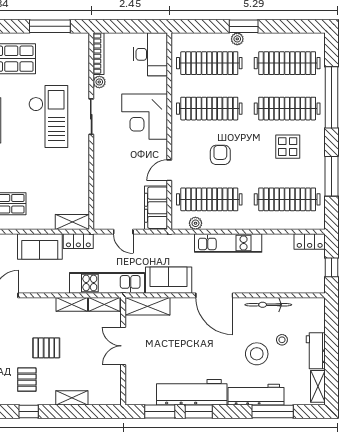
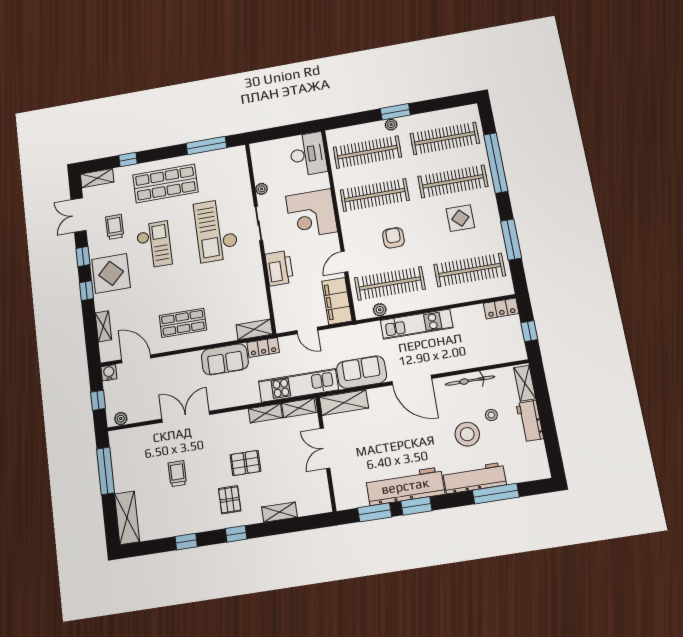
bookcase: (98, 54) -> (257, 162), removed
checkout: (48, 116) -> (216, 230), turned 180
printer: (105, 166) -> (279, 268), added
shelving: (318, 386) -> (525, 383), moved

